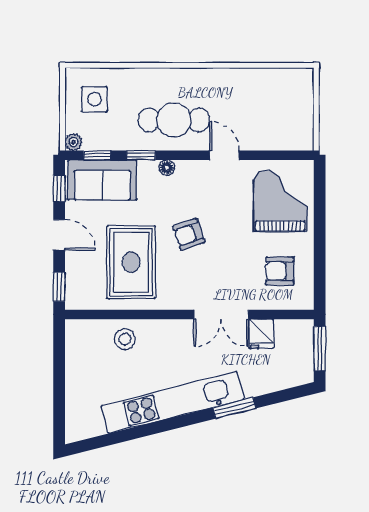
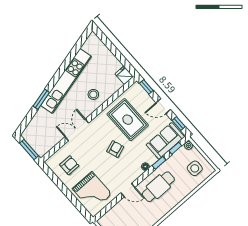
fridge: (261, 334) -> (124, 75), moved
stool: (125, 339) -> (93, 94), moved

